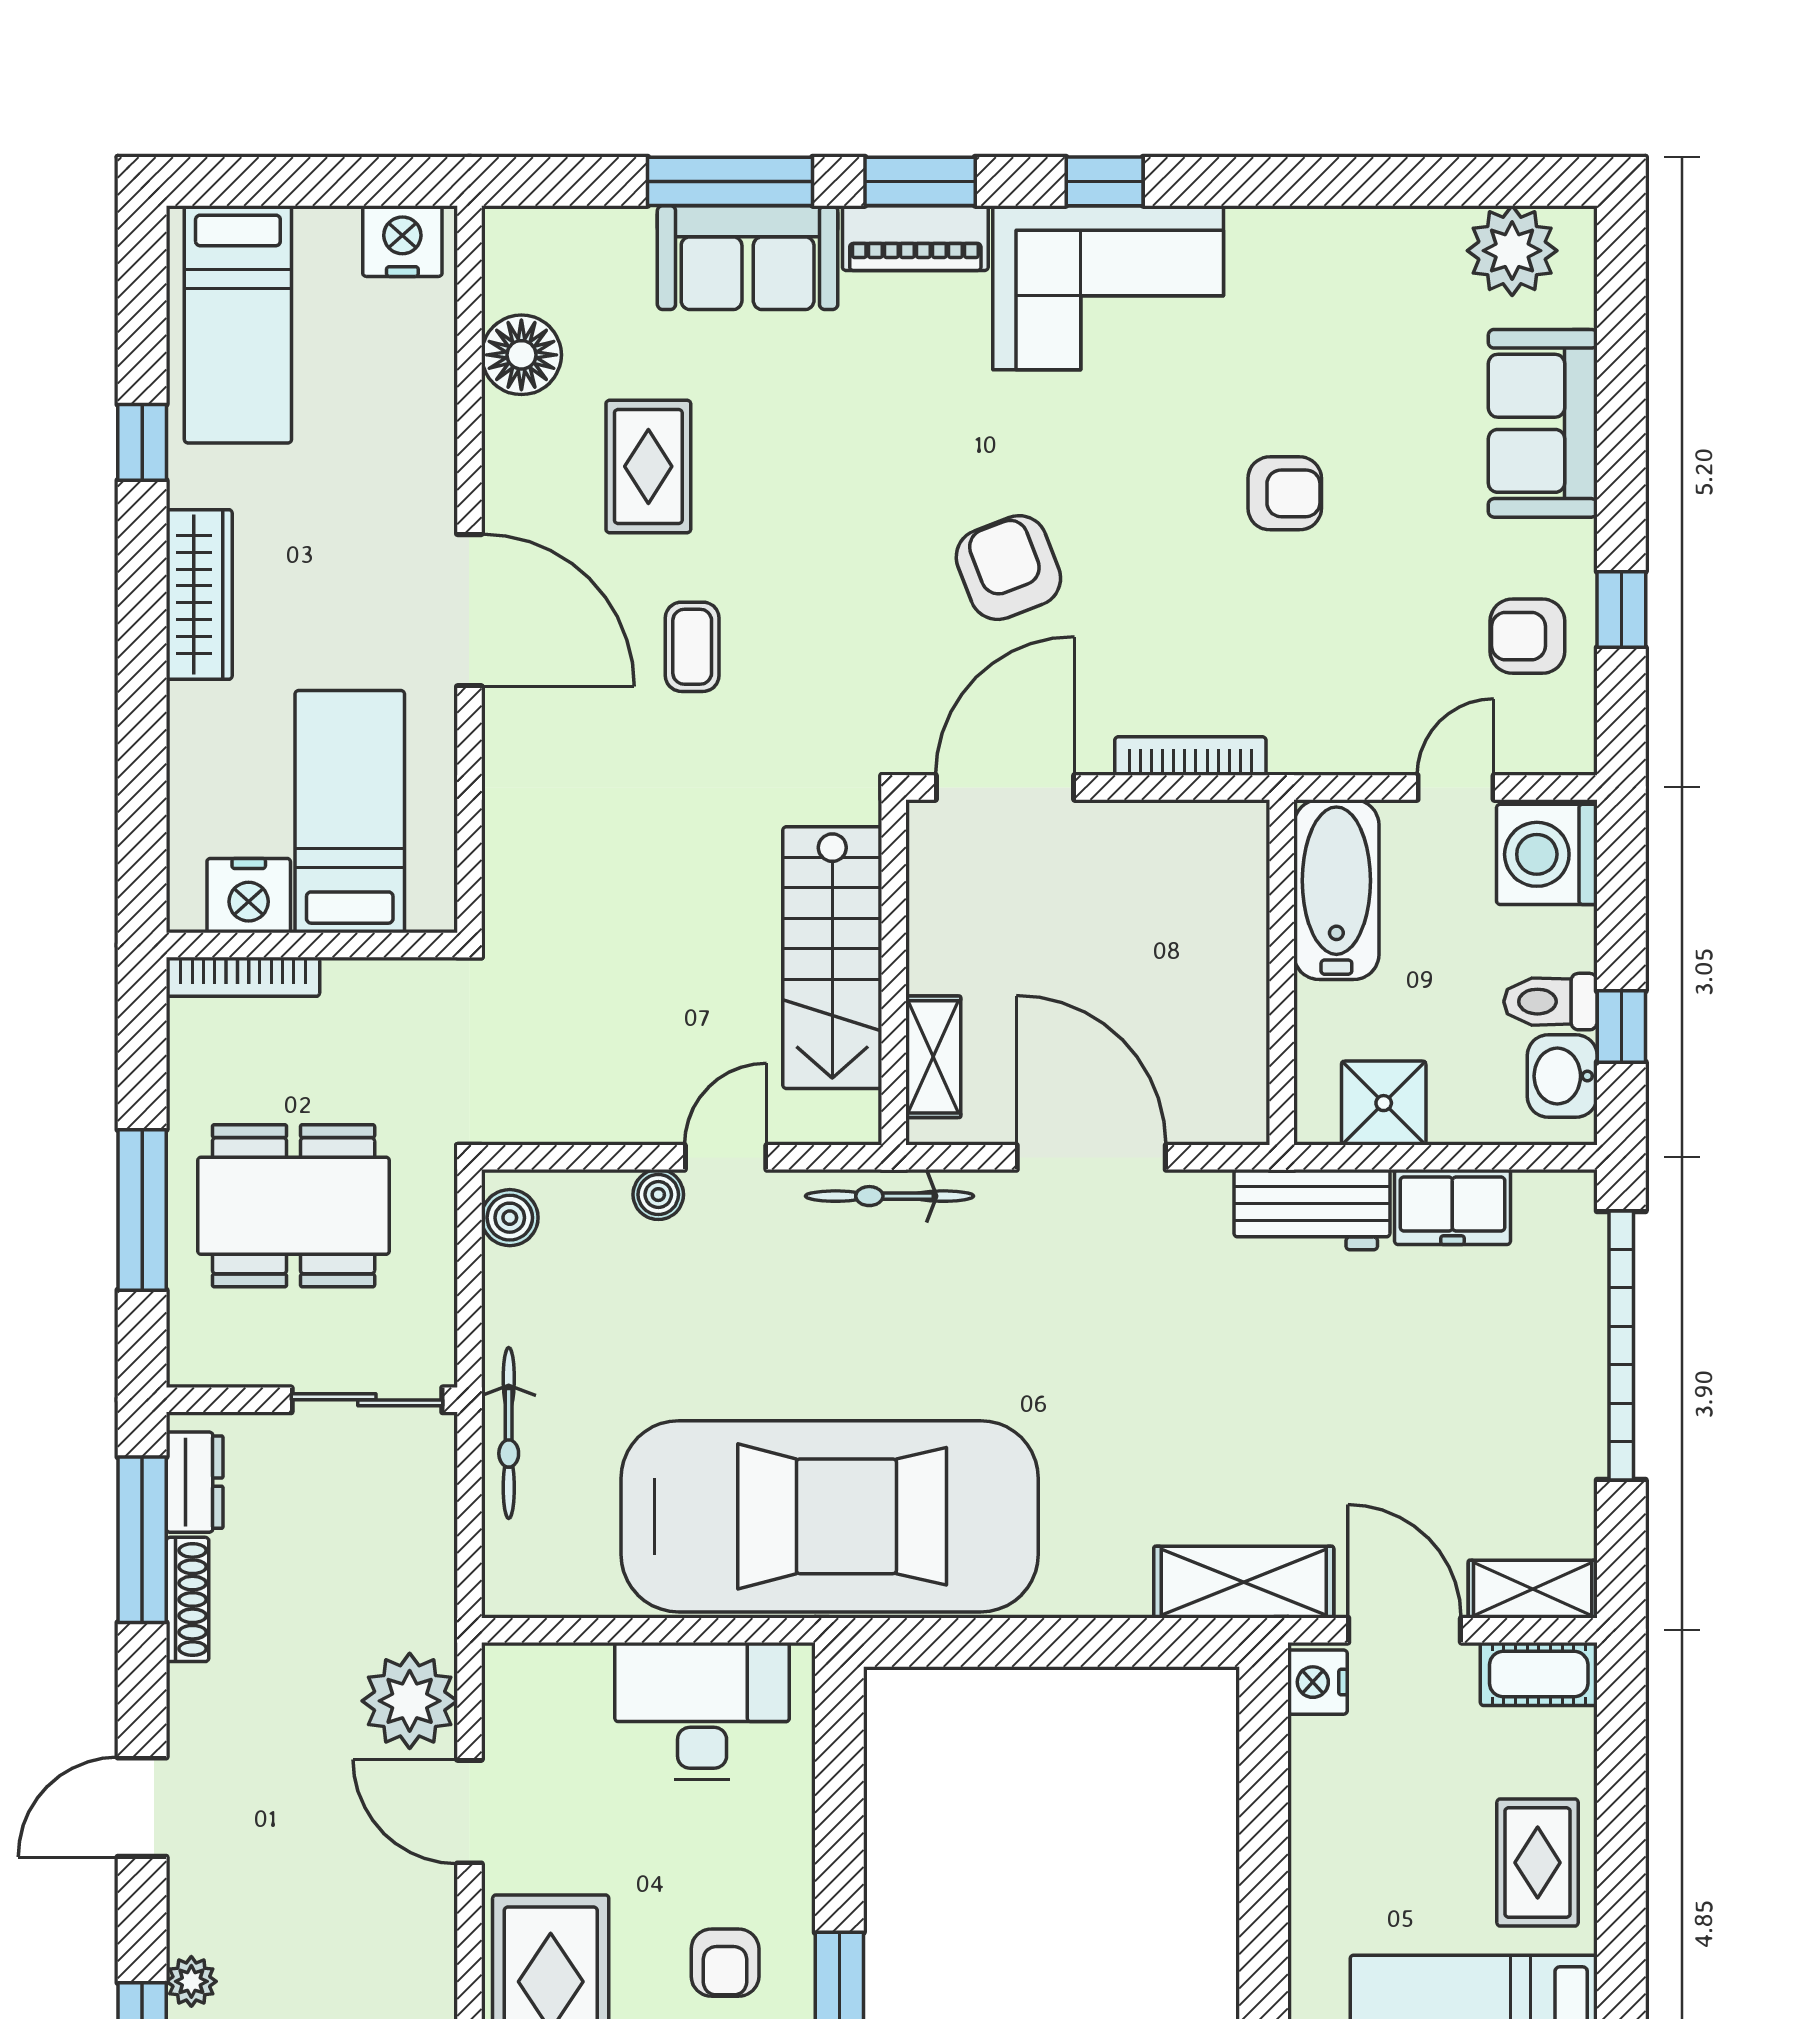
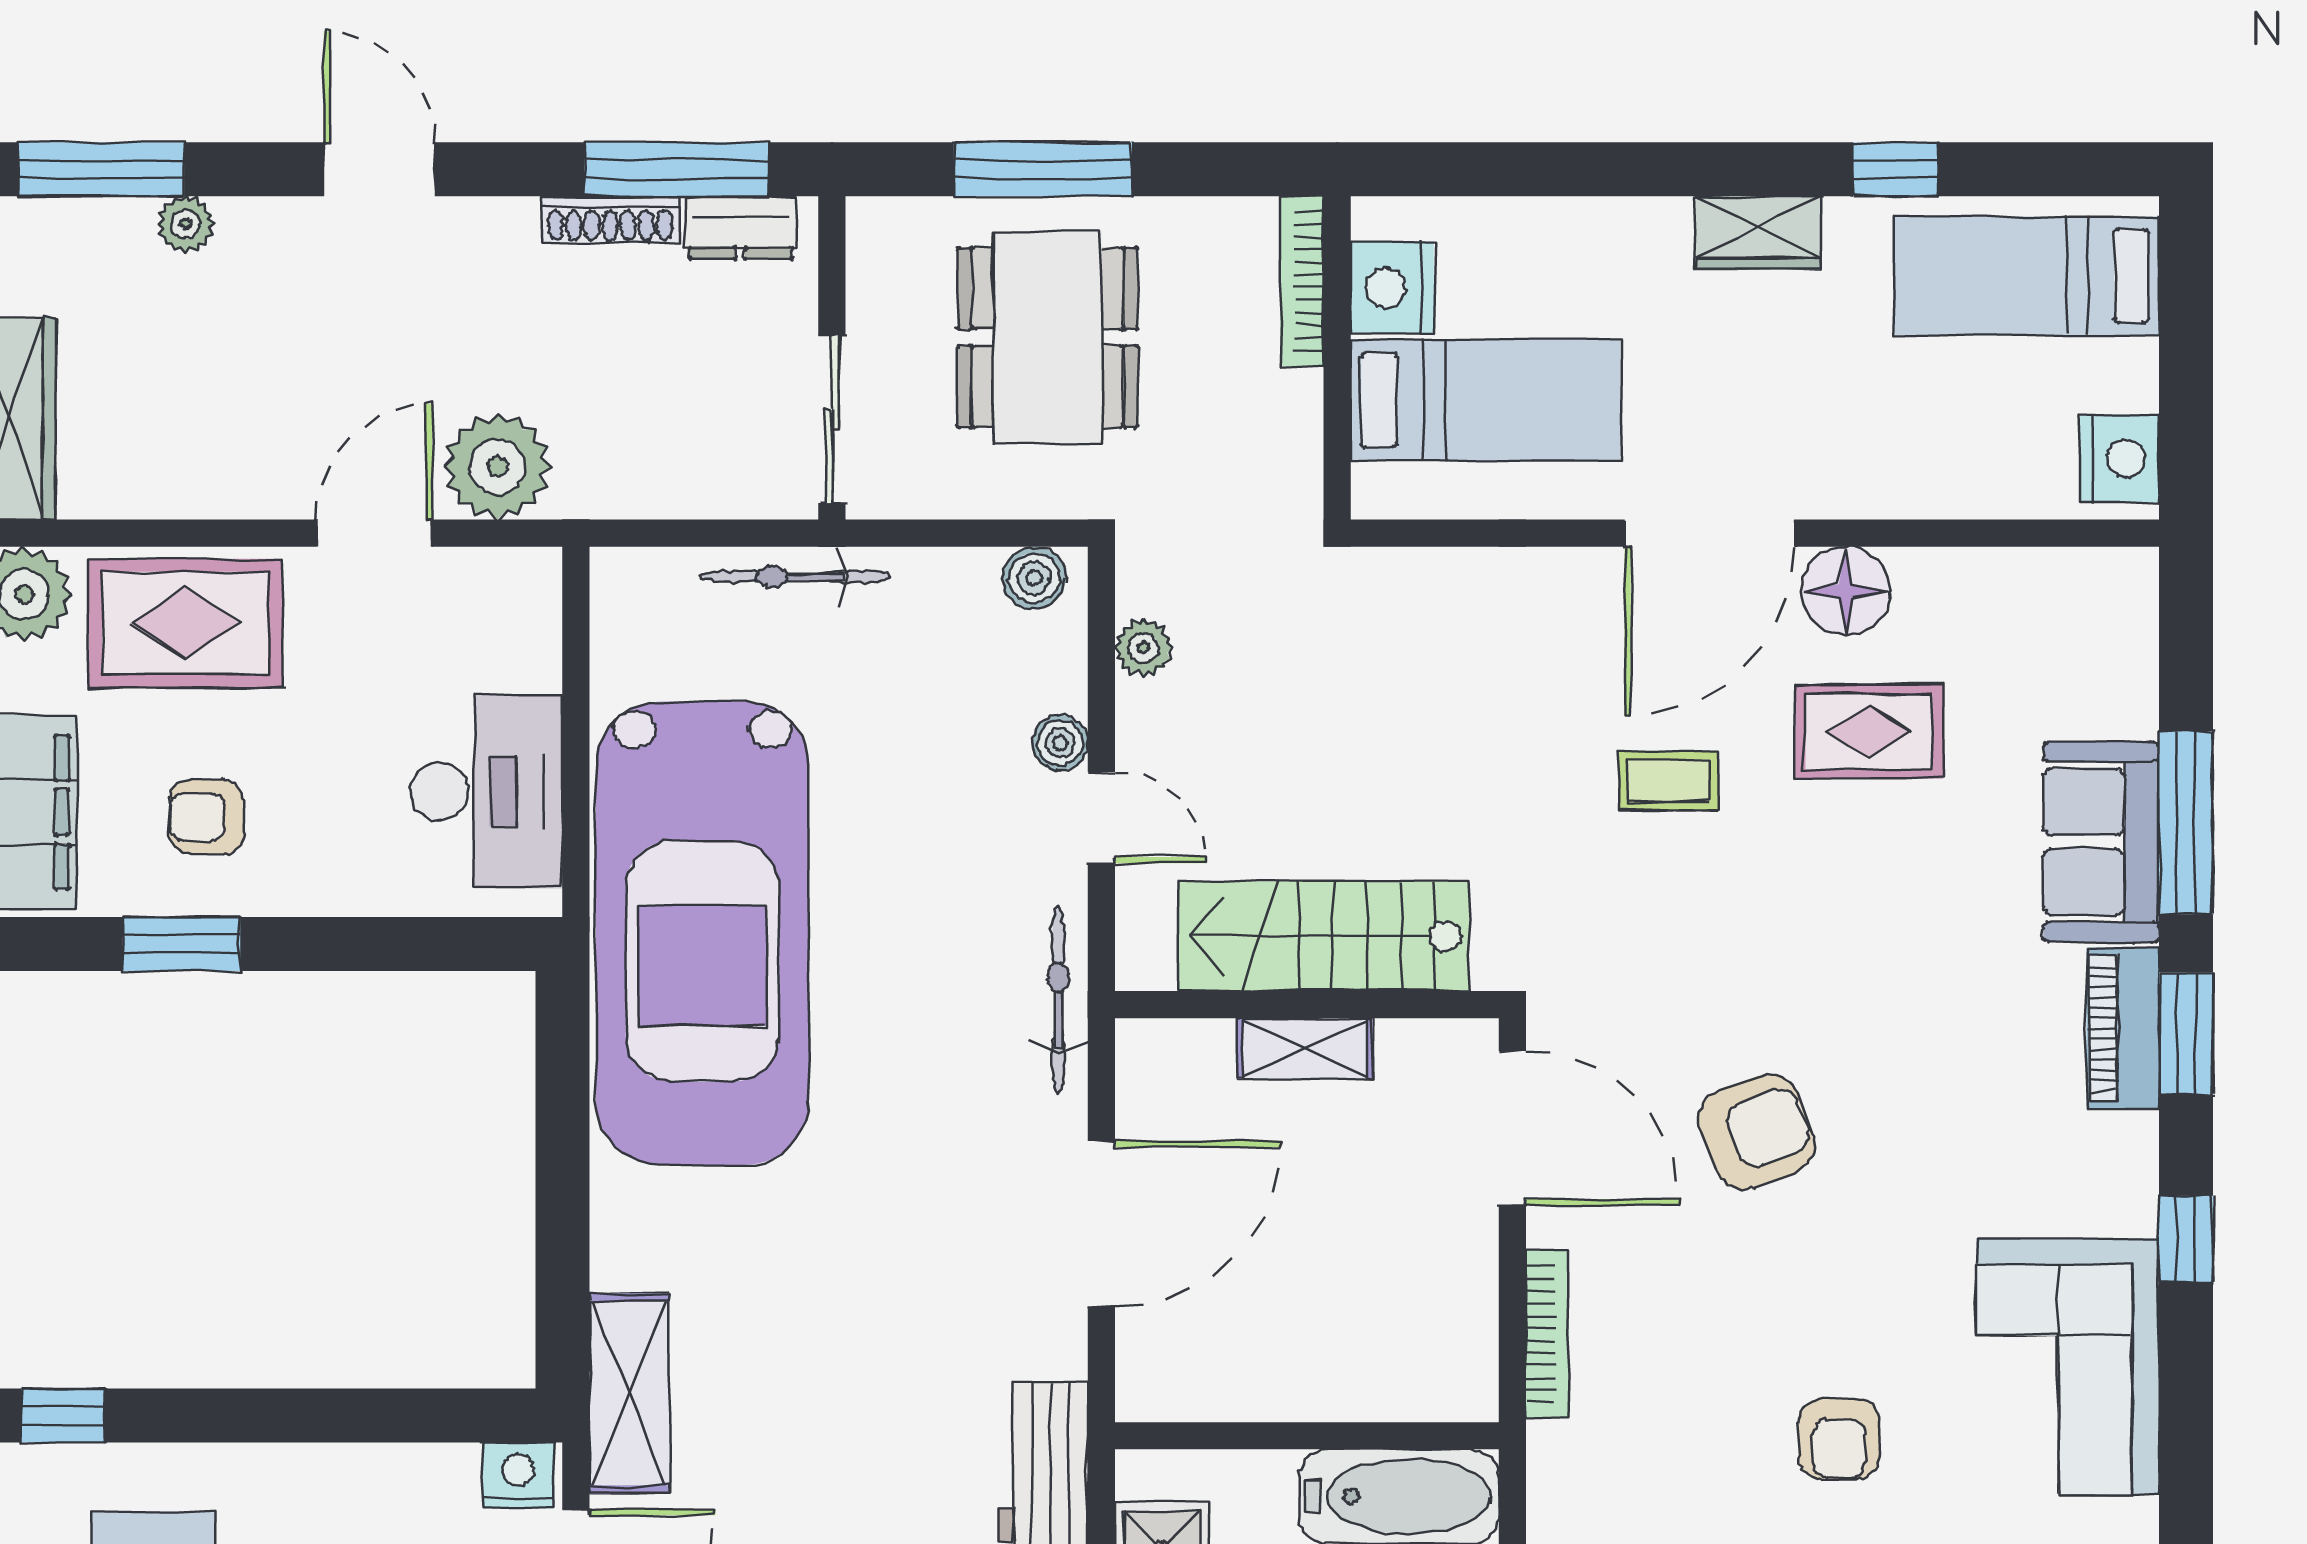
corner sofa: (1108, 288) -> (2068, 1366), moved
floor lamp: (521, 355) -> (1846, 591), moved
wardrobe: (199, 594) -> (1758, 233), width x0.67
shelving: (933, 1057) -> (1305, 1048), moved
plant: (573, 1119) -> (1144, 648), added

